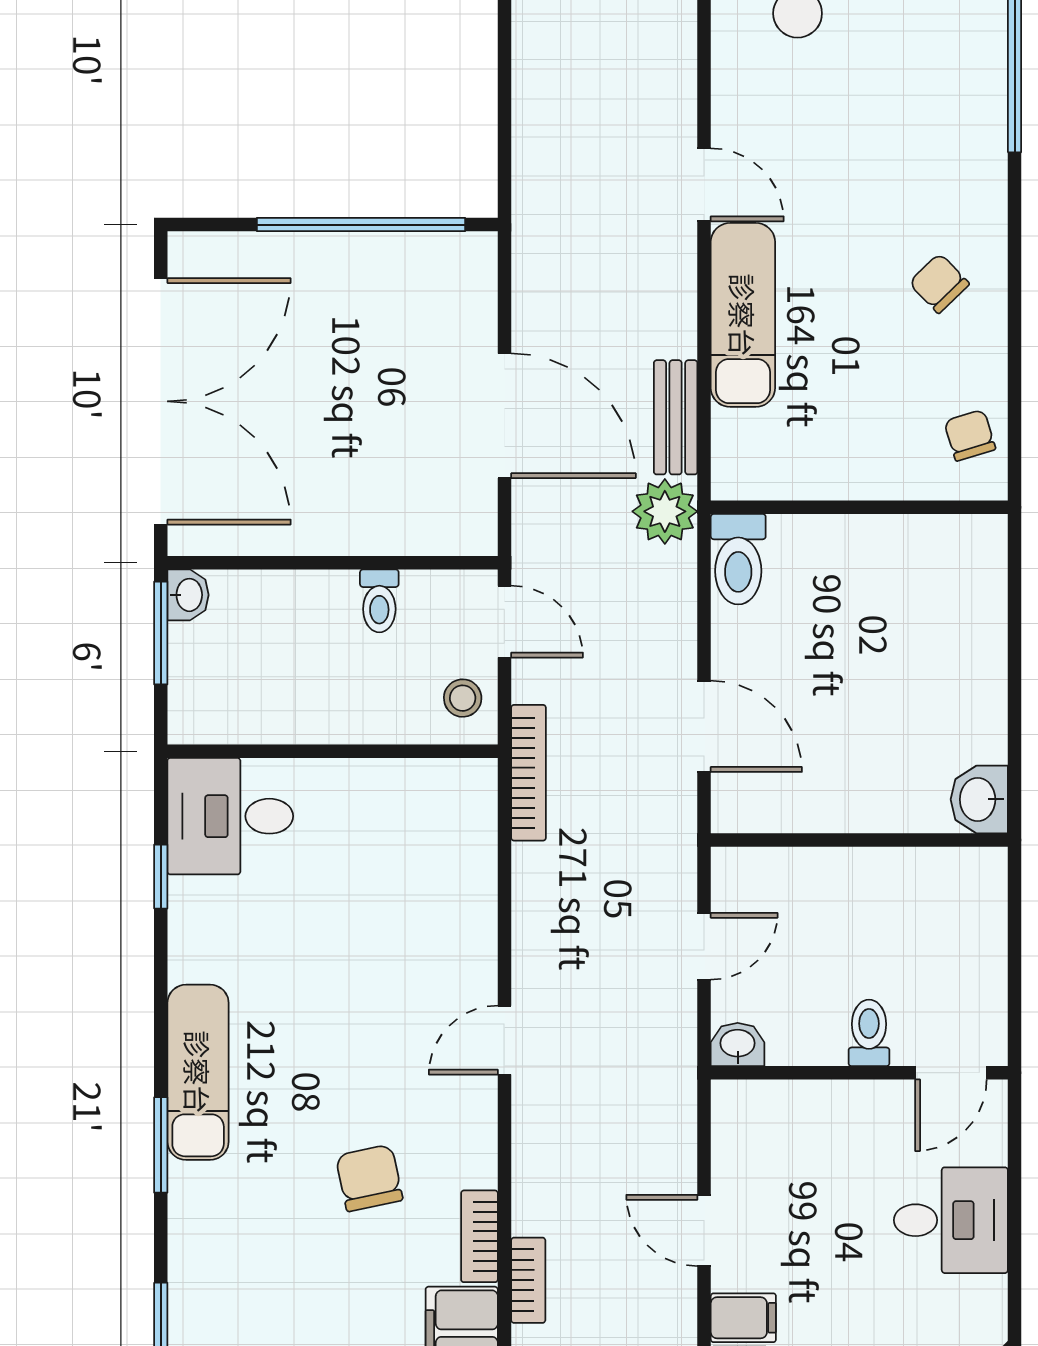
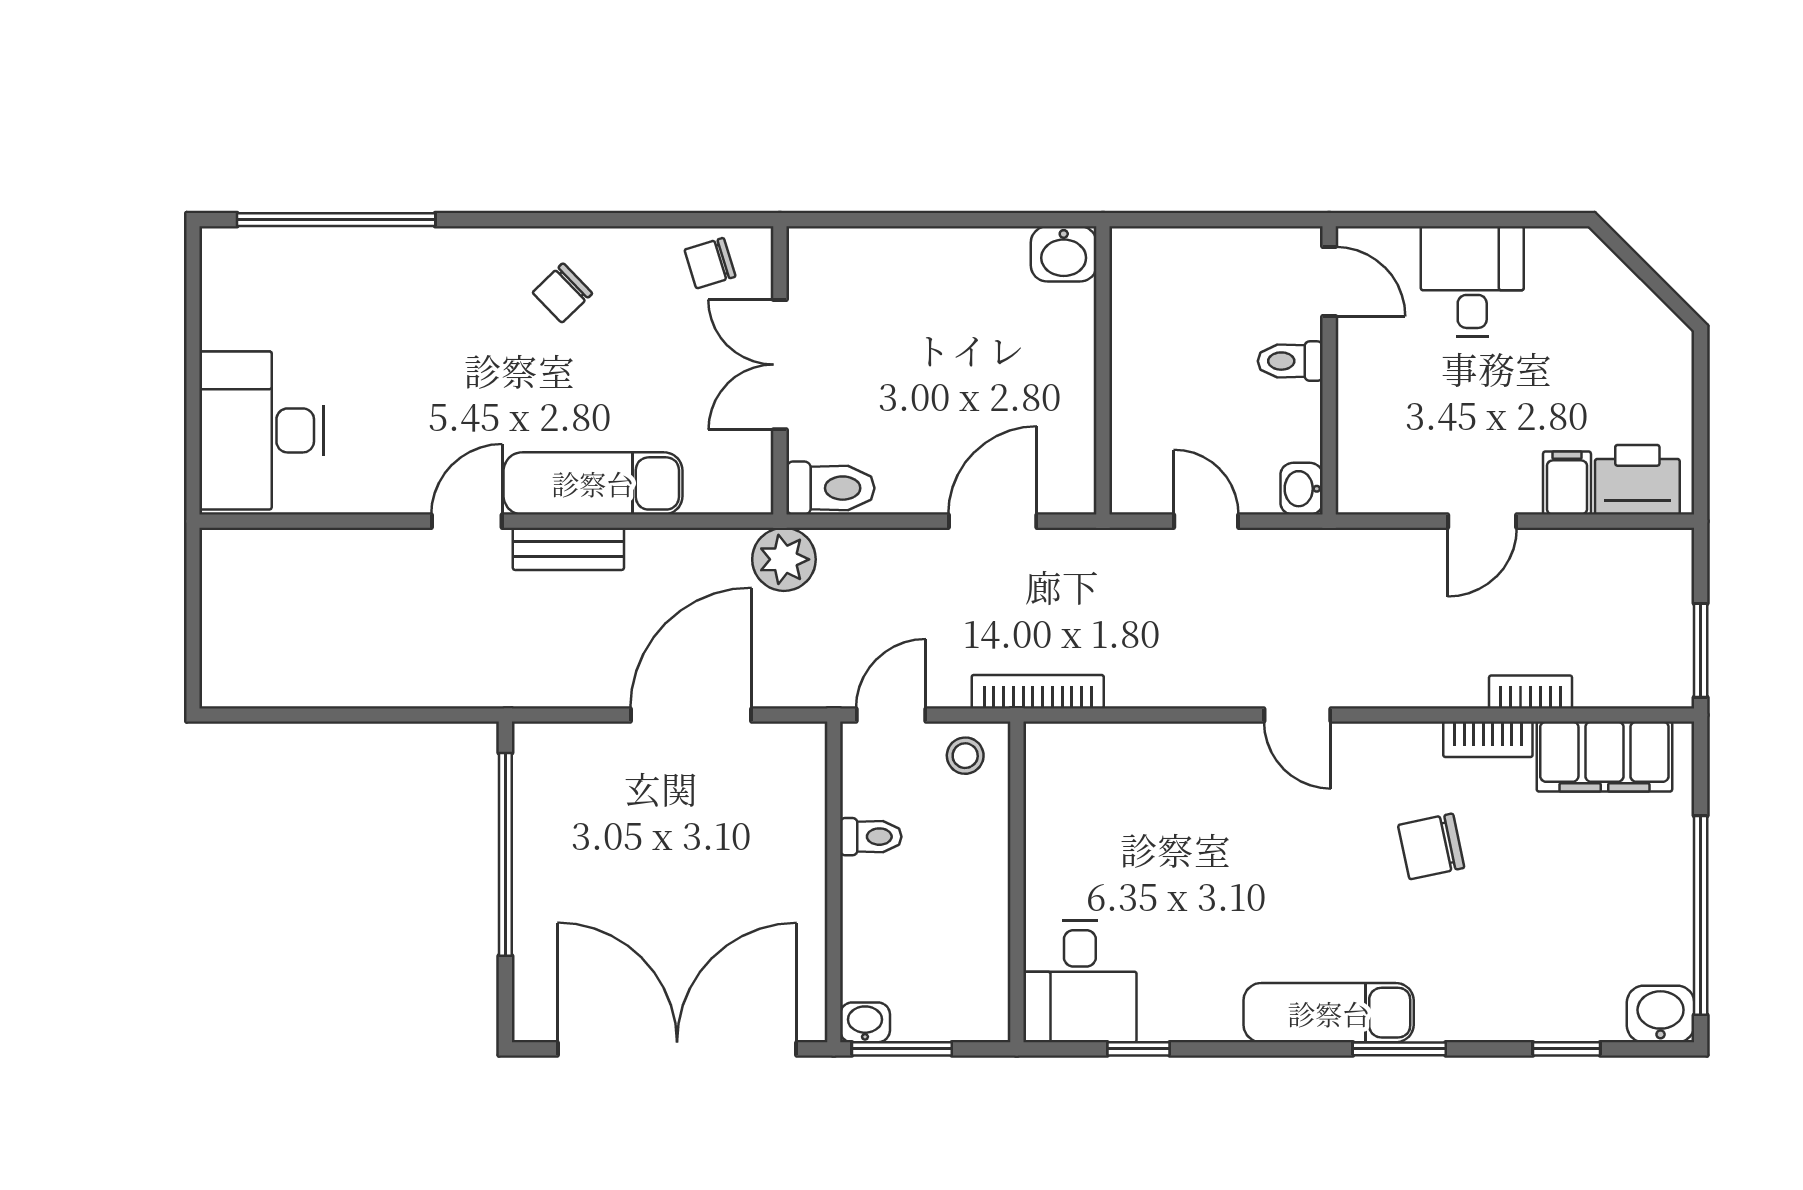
bench: (676, 417) -> (568, 549), moved
double door: (865, 507) -> (780, 365), added

